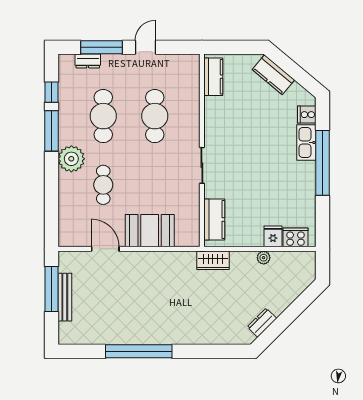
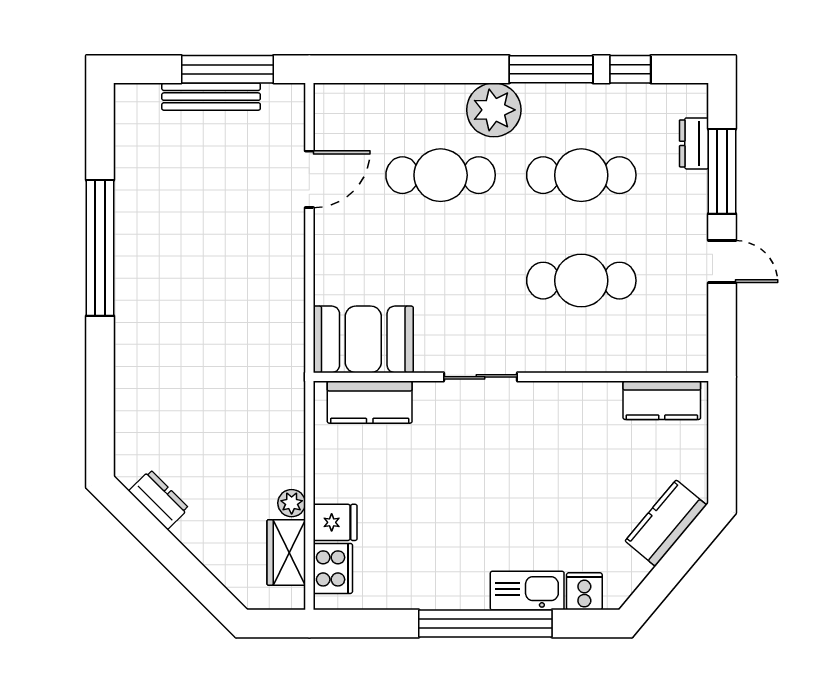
cafe table: (103, 185) -> (441, 175), width x1.37, depth x1.35
booth: (150, 231) -> (363, 339), moved, turned 90
wardrobe: (213, 260) -> (286, 552), moved

